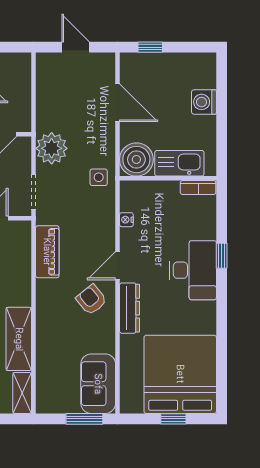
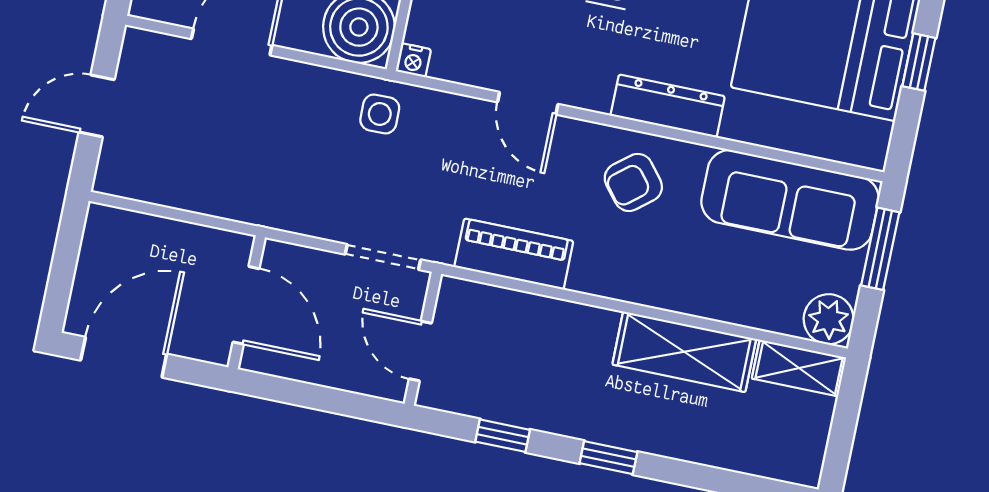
plant: (52, 148) -> (829, 319), moved, width x0.73, depth x0.73
nightstand: (126, 220) -> (413, 60), moved
door: (118, 266) -> (528, 103), moved
sofa: (98, 384) -> (790, 200), width x1.36

